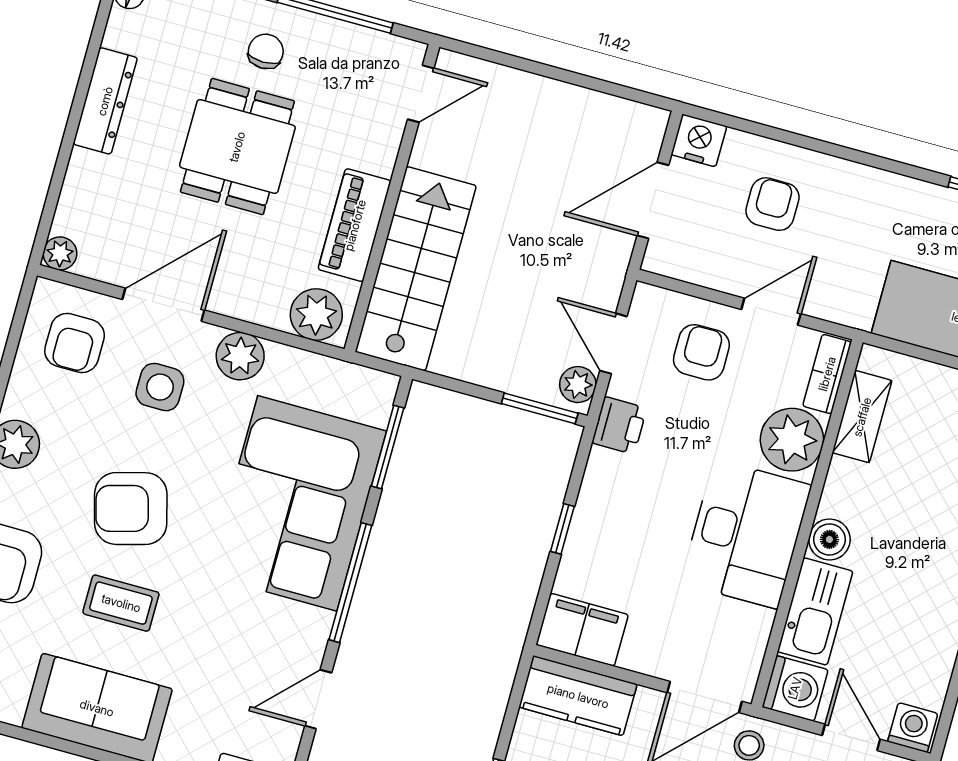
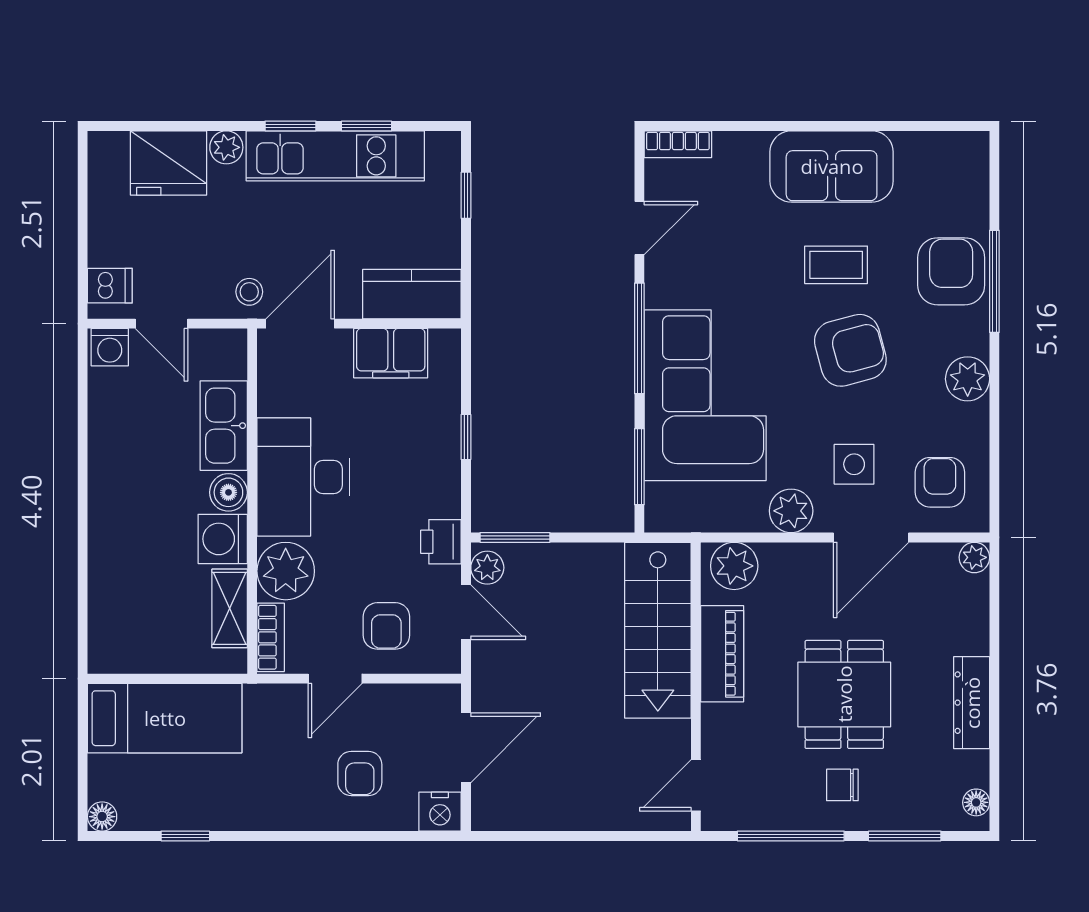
chair: (266, 51) -> (842, 785), turned 90
filing cabinet: (582, 630) -> (391, 353), moved
washing machine: (795, 688) -> (223, 539), moved

